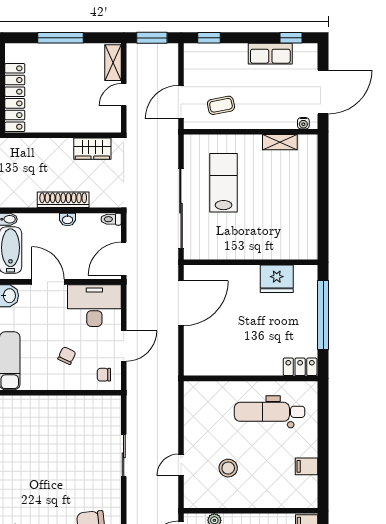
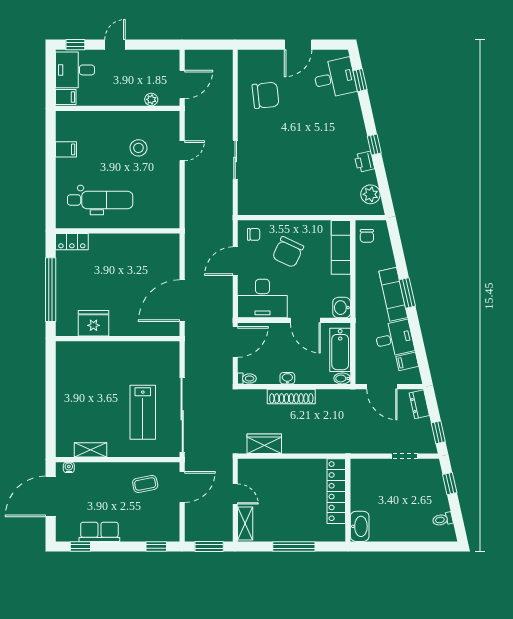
door: (124, 95) -> (235, 494), hinge flipped
sliding door: (181, 208) -> (182, 415), moved
chair: (67, 356) -> (288, 252), width x1.87, depth x1.87

